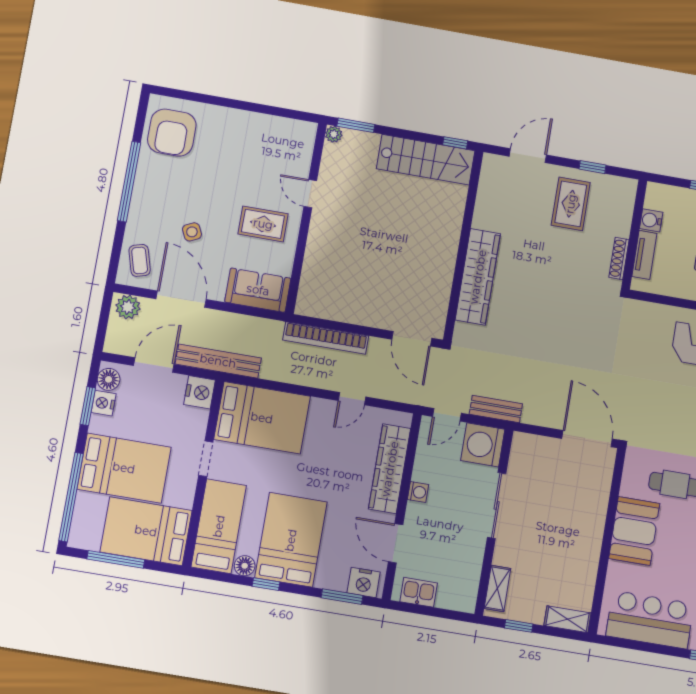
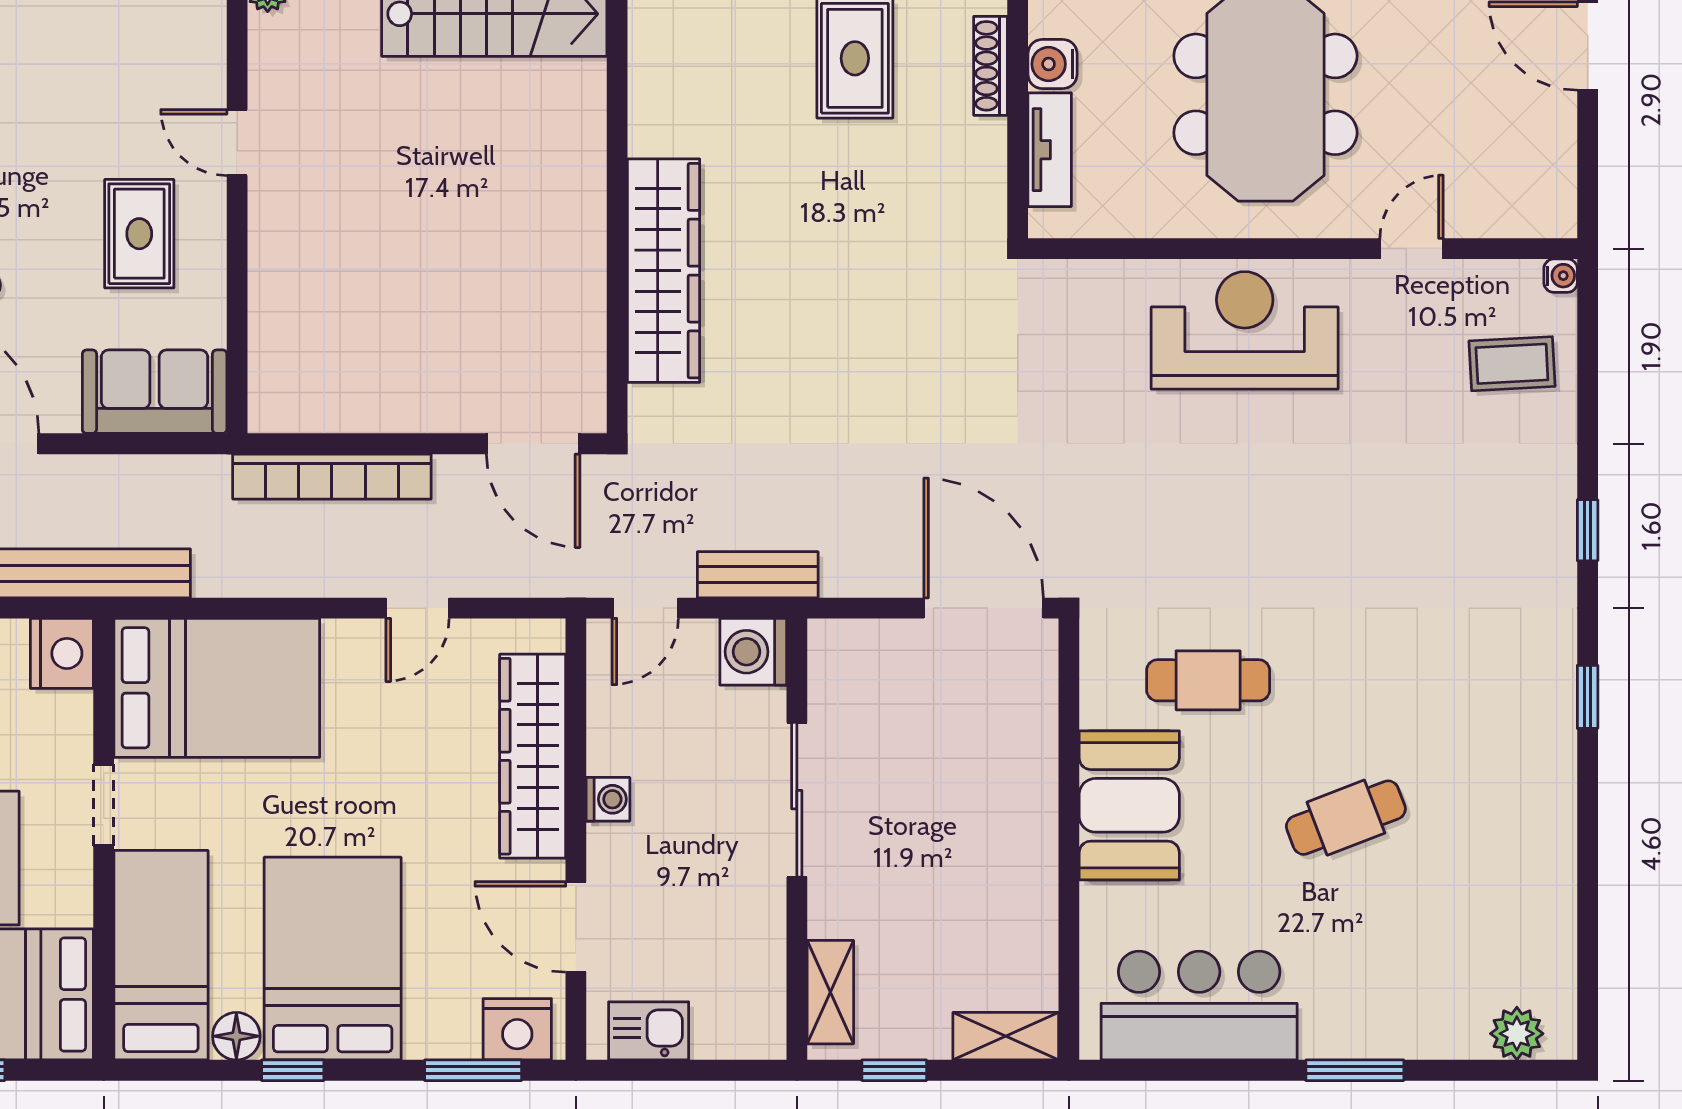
rug: (263, 224) -> (139, 234), turned 90
shoe rack: (619, 258) -> (990, 66), moved
washing machine: (483, 445) -> (753, 652), width x0.73, depth x0.73

